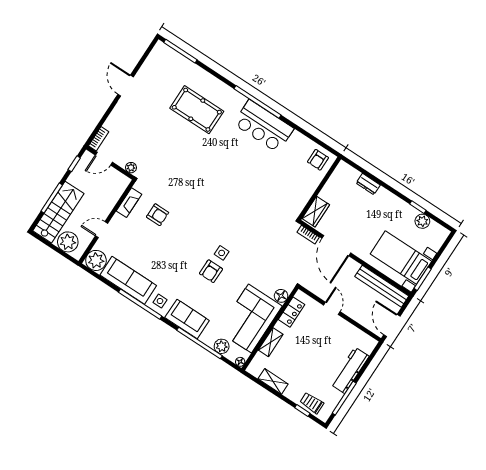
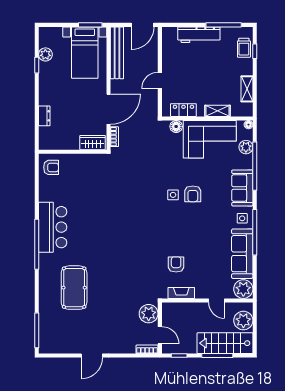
plant: (131, 168) -> (149, 314), width x1.87, depth x1.87
armchair: (211, 271) -> (193, 194), turned 90

